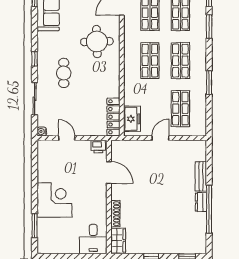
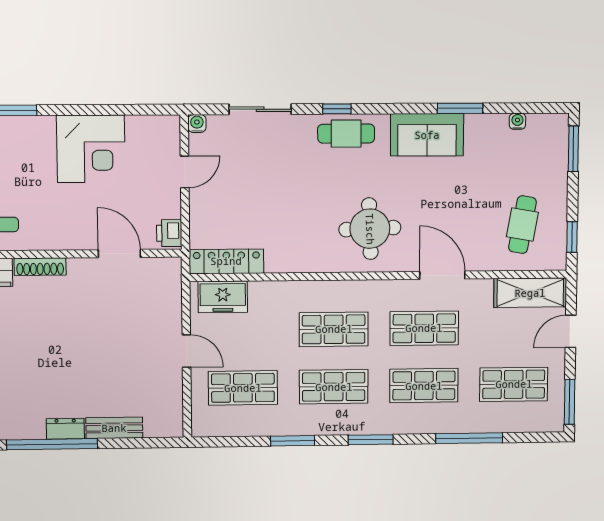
window: (209, 26) -> (371, 440), moved
cafe table: (64, 73) -> (346, 134), moved
door: (109, 172) -> (119, 254), swing flipped
corner desk: (54, 200) -> (91, 149), moved

